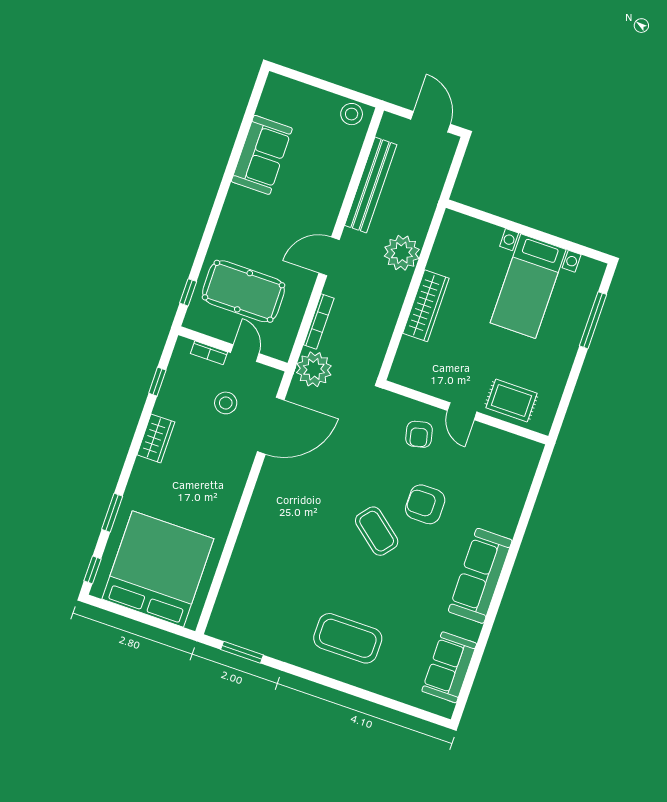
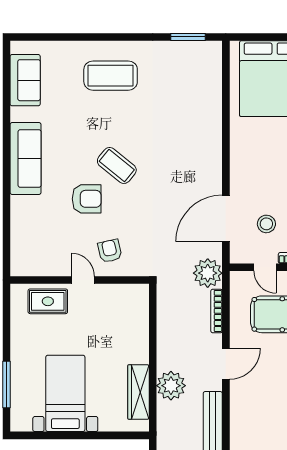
wardrobe: (426, 306) -> (139, 392), moved

